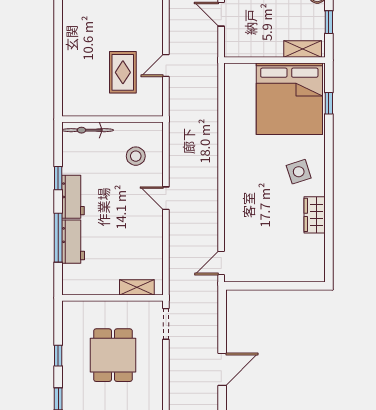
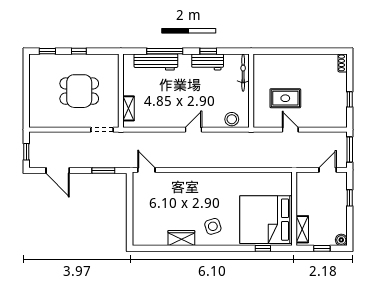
stool: (136, 156) -> (232, 119), moved
workbench: (73, 197) -> (208, 62), moved
workbench: (73, 242) -> (156, 62), width x1.38
window: (222, 322) -> (103, 171), added
door: (222, 369) -> (58, 171), moved

